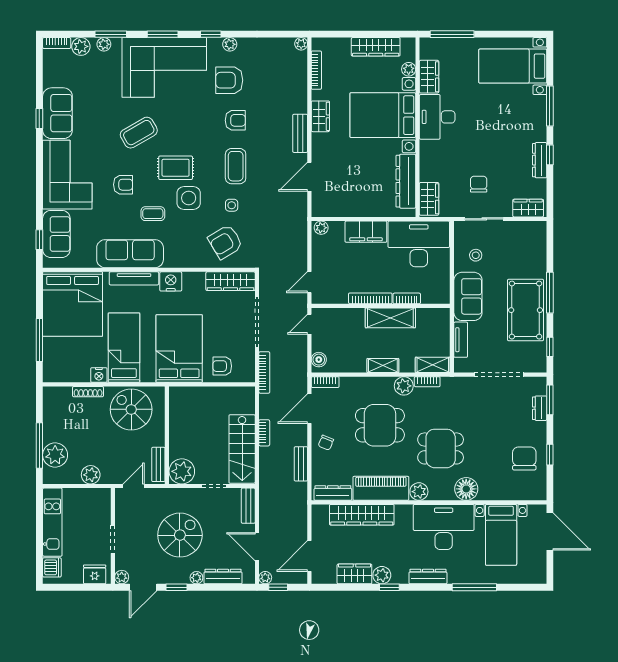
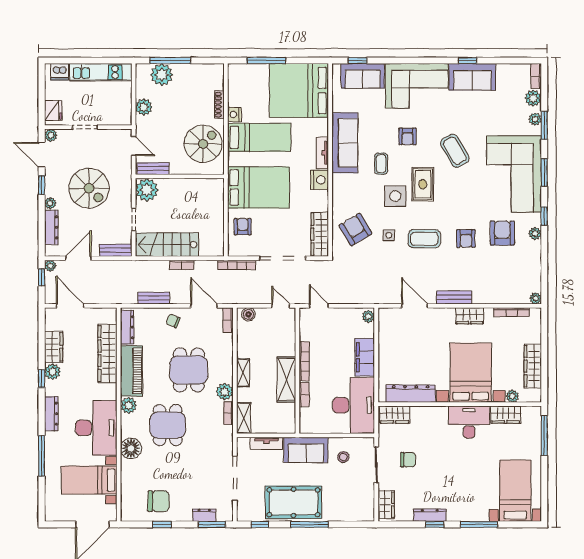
tv unit: (134, 278) -> (322, 153), width x0.71

